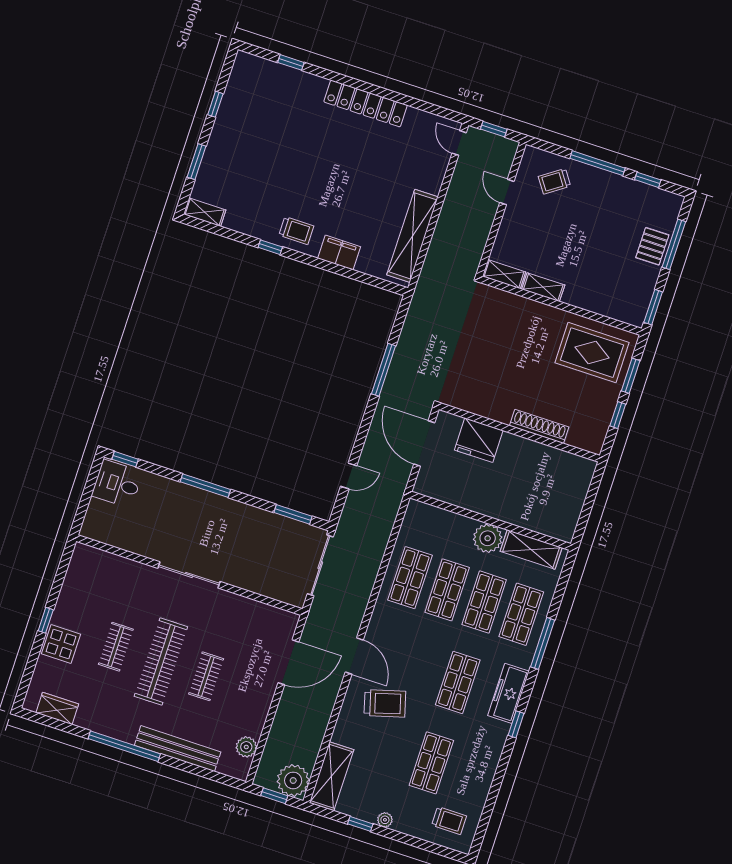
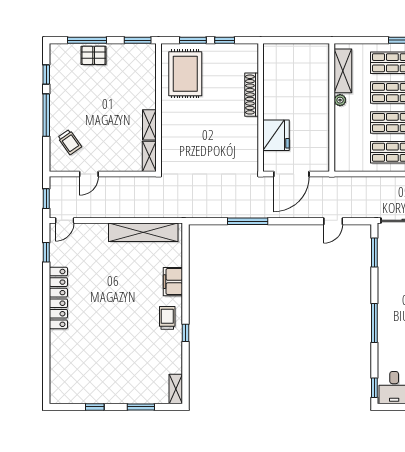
window: (291, 62) -> (46, 252), moved
door: (349, 476) -> (333, 221), swing flipped
plant: (488, 538) -> (340, 100), width x0.53, depth x0.53

